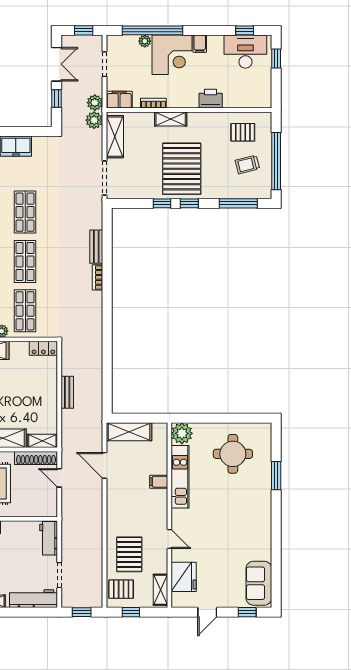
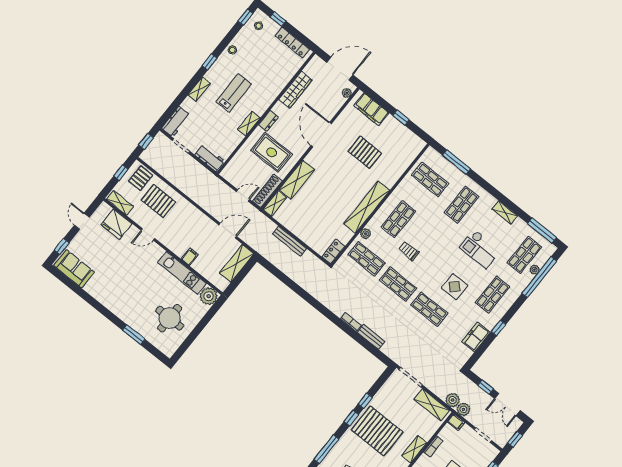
filing cabinet: (119, 100) -> (456, 422), width x0.50
bench: (67, 392) -> (290, 241), width x1.36
workbench: (33, 599) -> (176, 122), width x0.73

